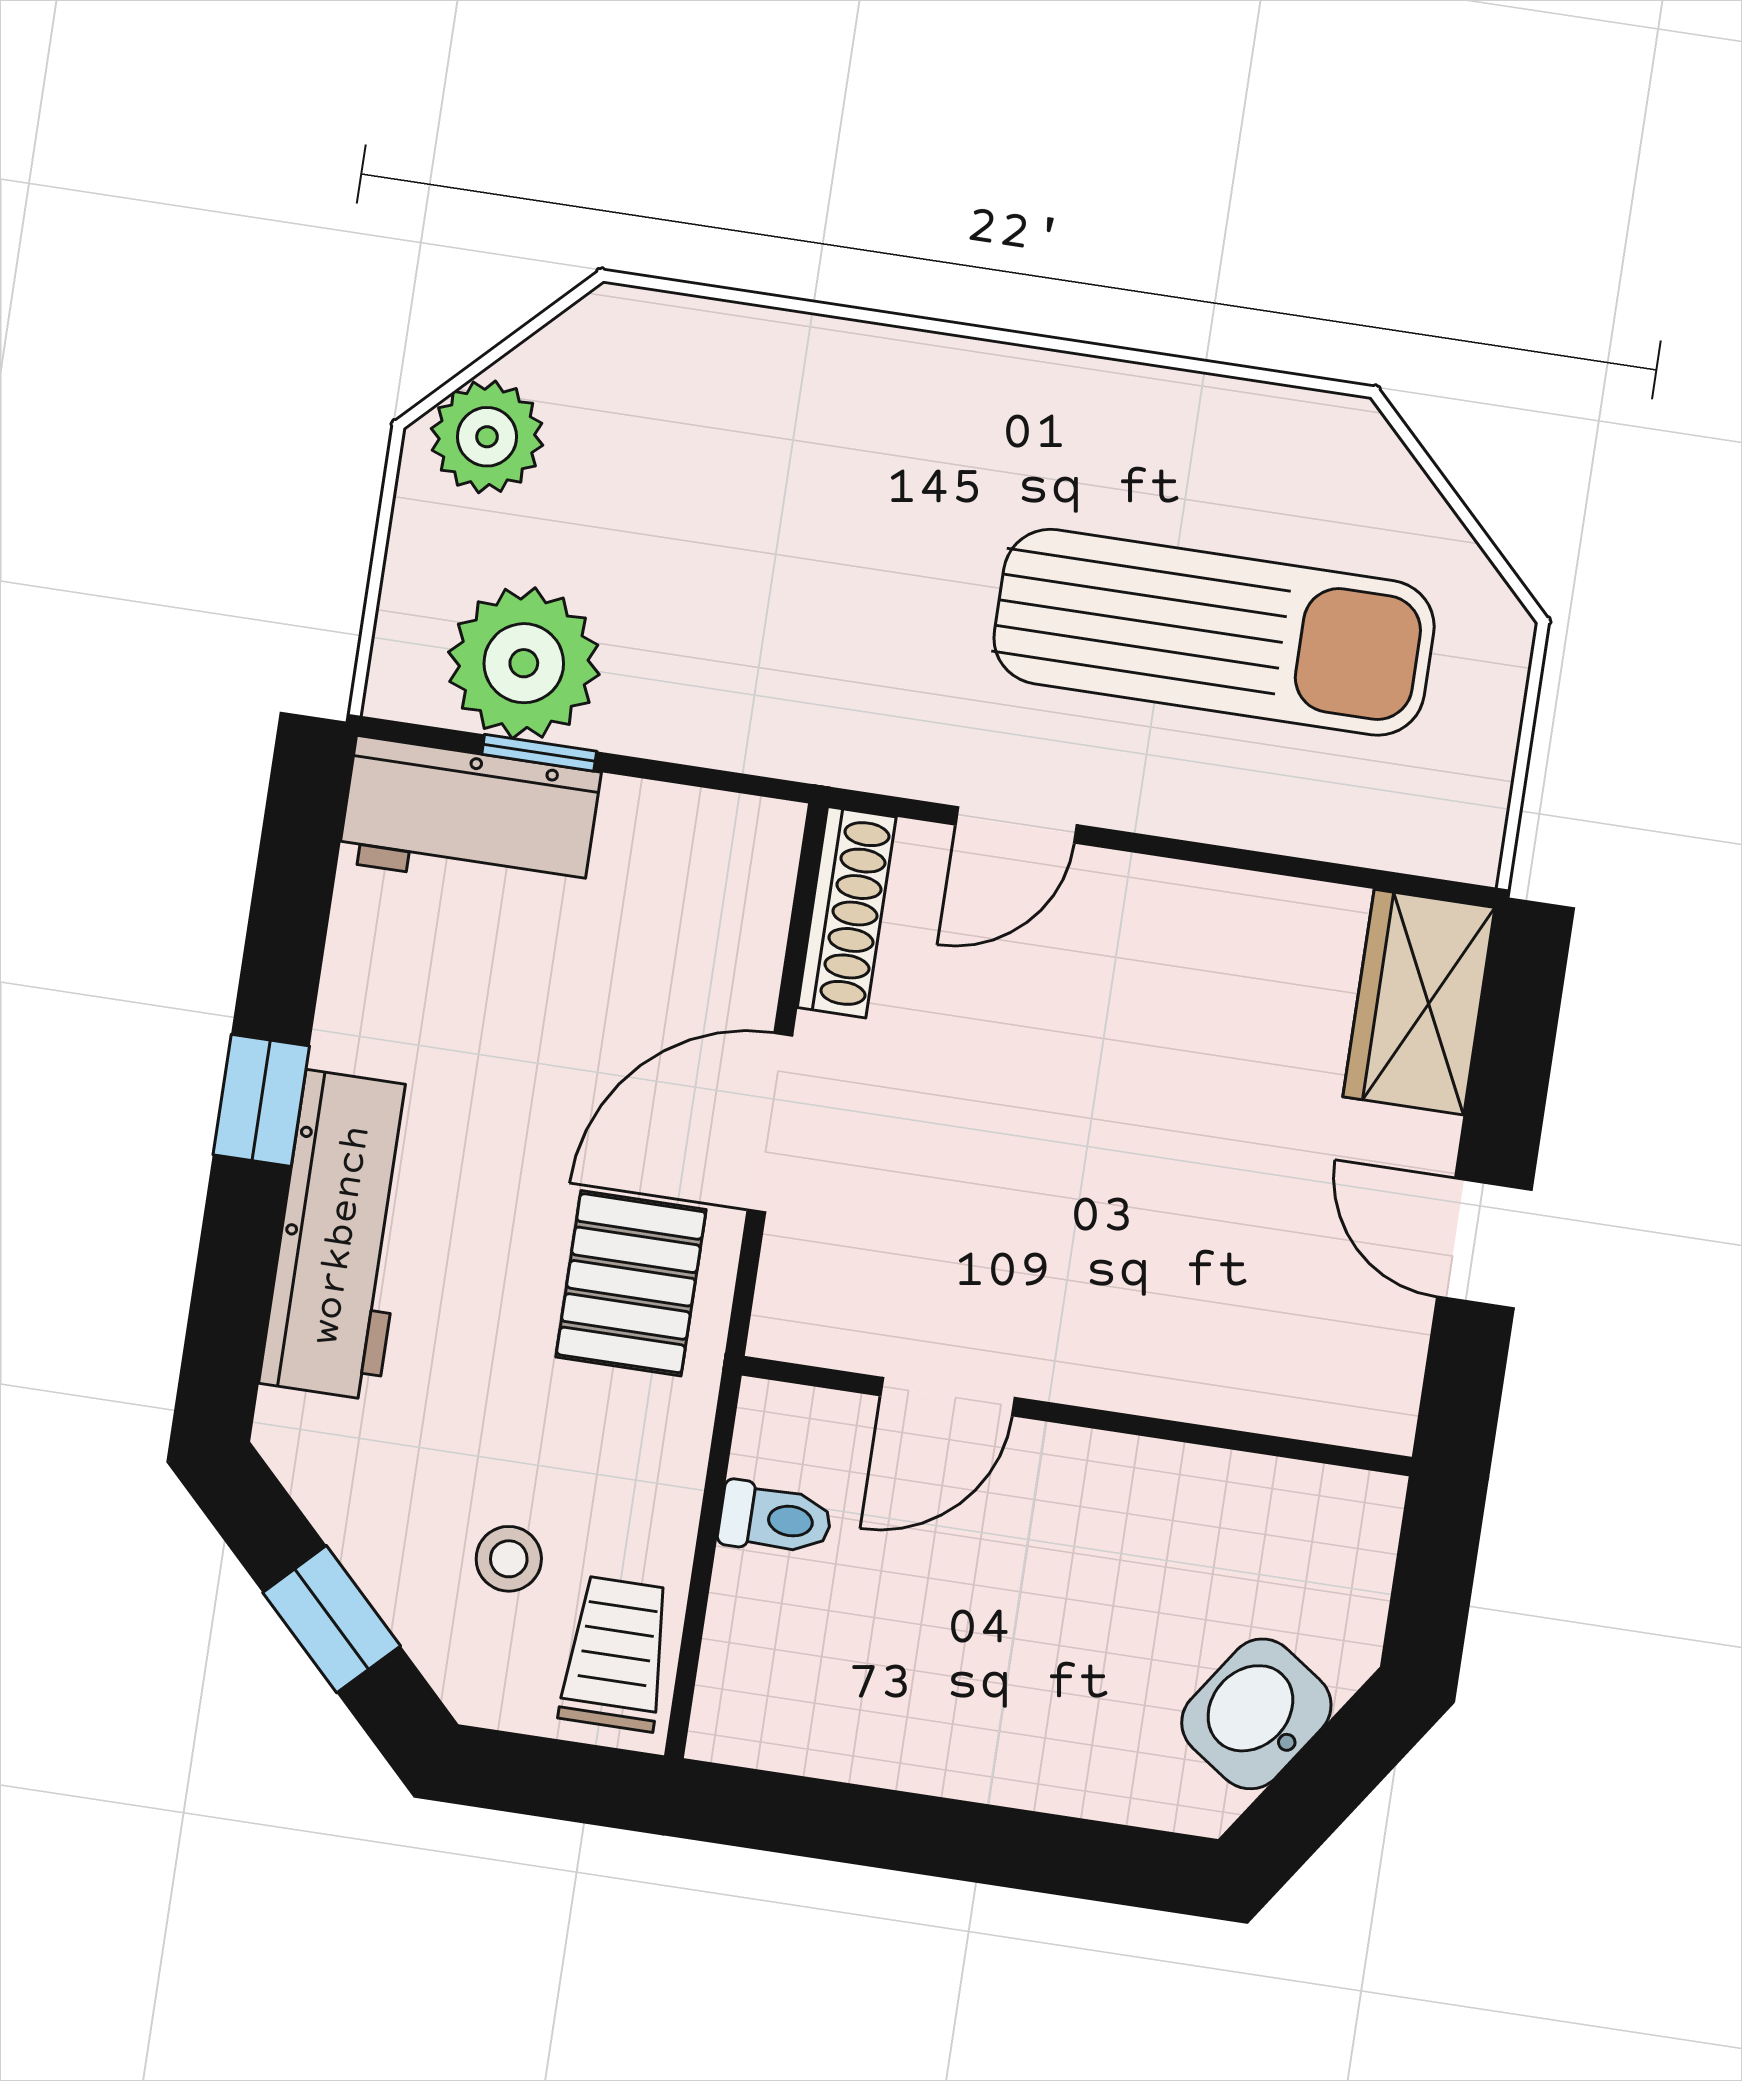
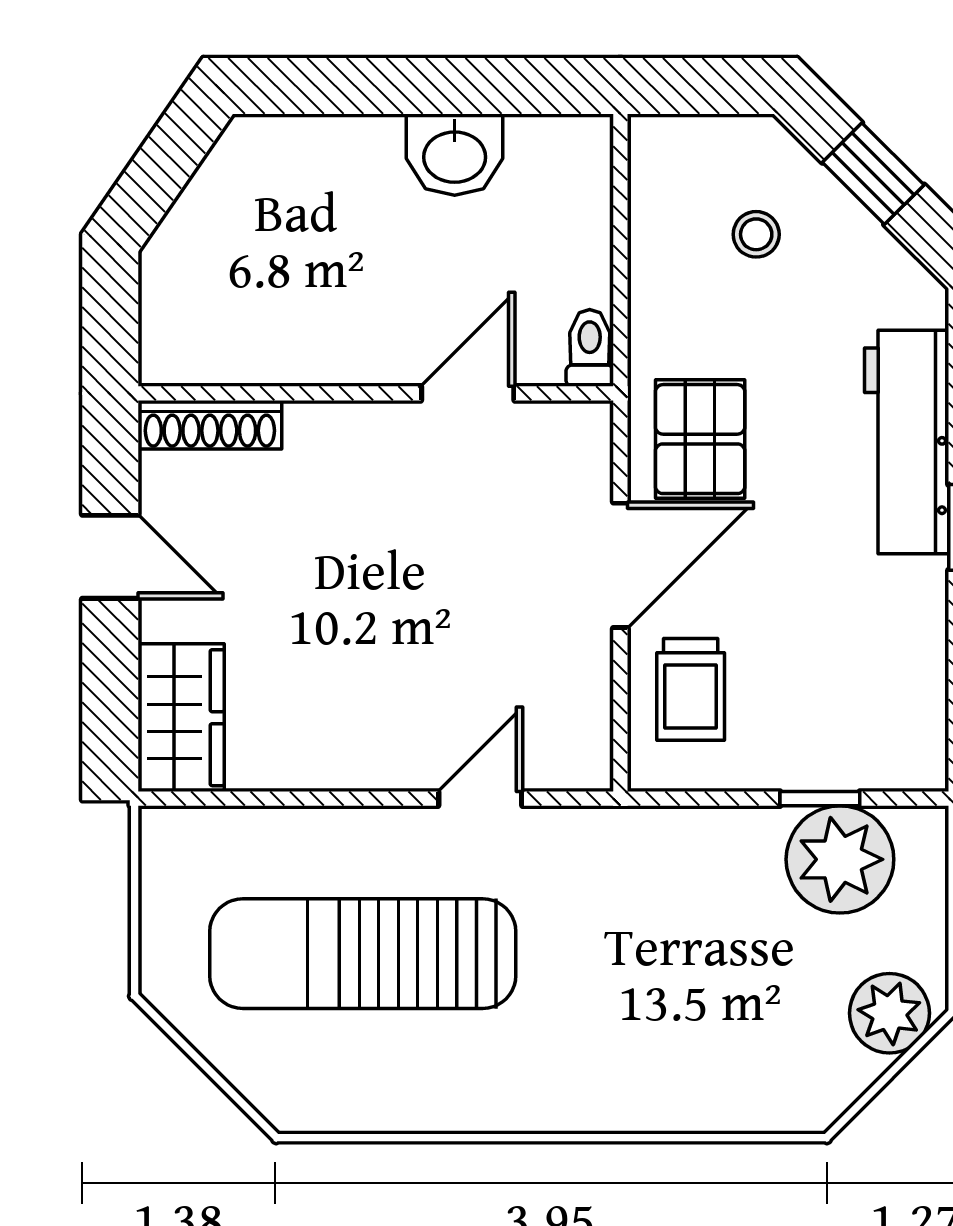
workbench: (469, 817) -> (862, 747), removed
shoe rack: (847, 912) -> (210, 425), moved, turned -90
toilet: (775, 1519) -> (590, 348), moved, turned 90
trolley: (616, 1654) -> (691, 689), moved
washbasin: (1256, 1714) -> (455, 155), moved, turned 55

